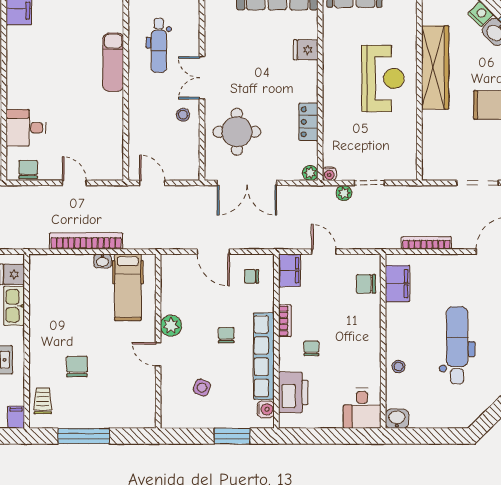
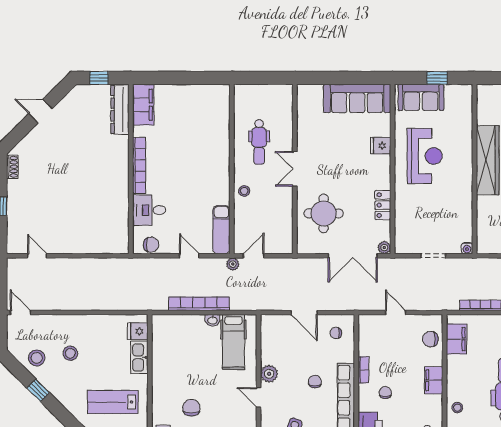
exam couch: (113, 62) -> (221, 230), moved
bookcase: (14, 74) -> (139, 165), added
reception desk: (383, 78) -> (425, 156), moved
stool: (183, 115) -> (244, 191), moved
chair: (28, 170) -> (151, 245), turned 90
water cooler: (329, 174) -> (467, 248), moved
door: (152, 183) -> (254, 256), hinge flipped
double door: (247, 183) -> (353, 256), moved
plant: (344, 193) -> (233, 264), moved
filing cabinet: (290, 270) -> (434, 380), moved, turned 180

